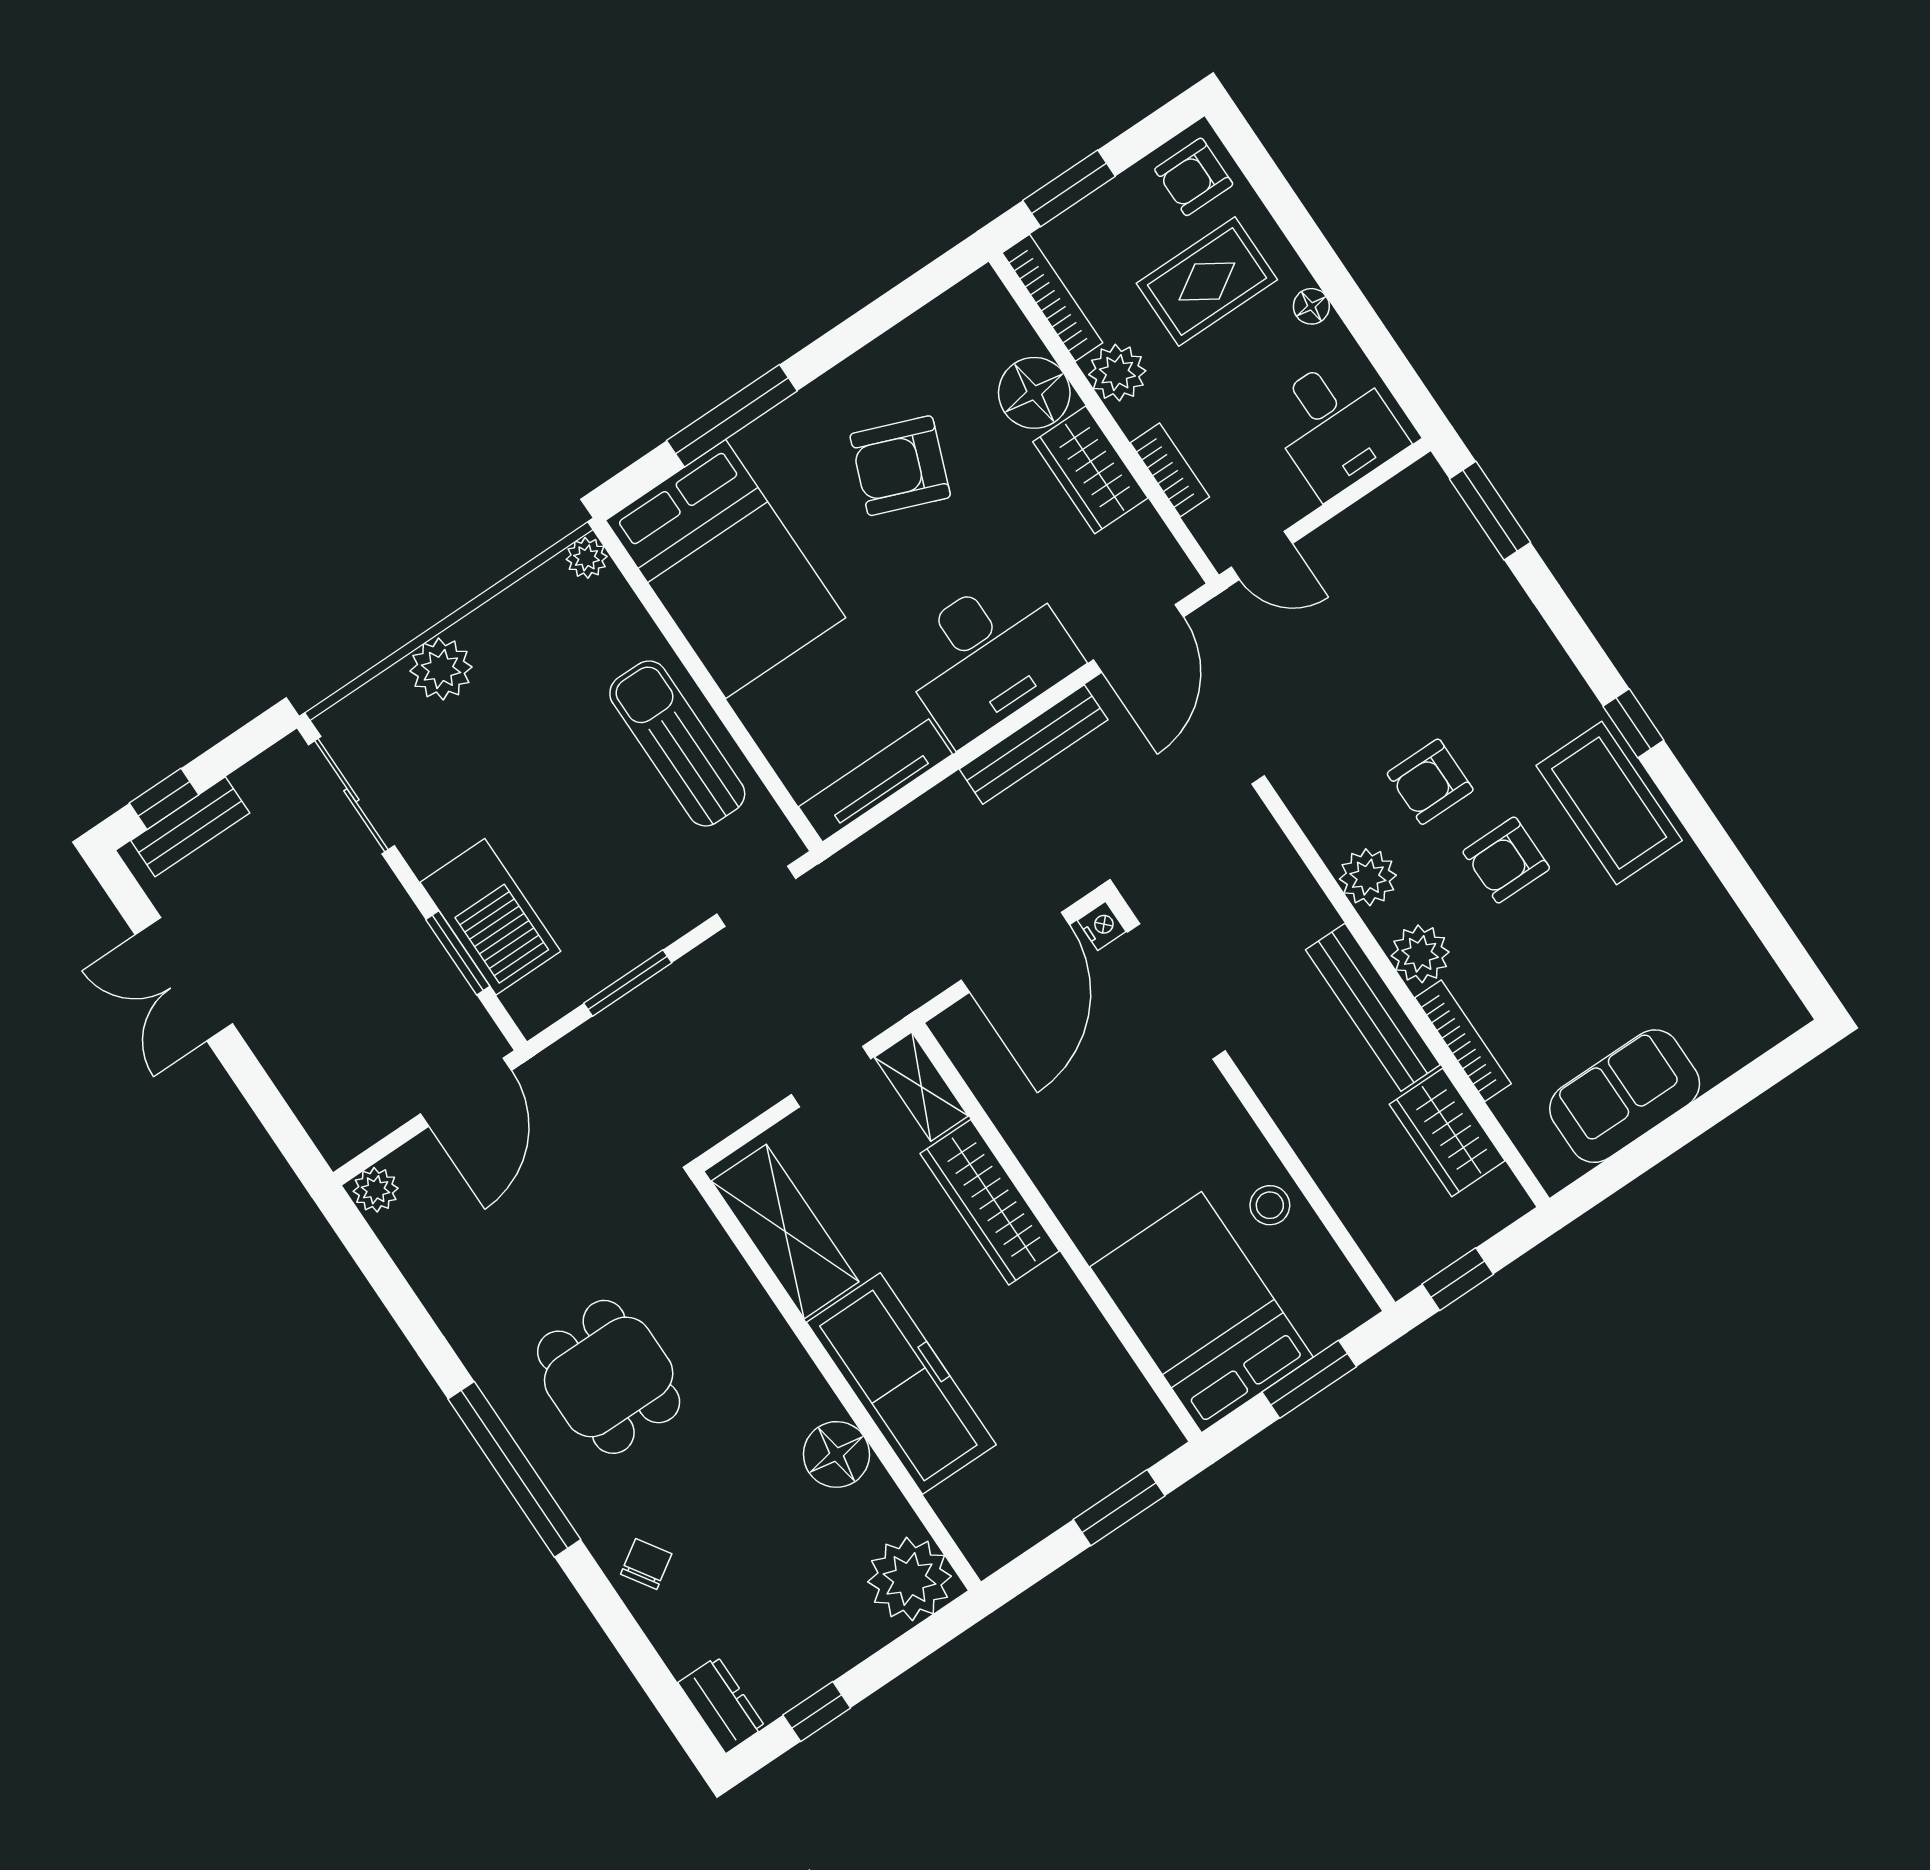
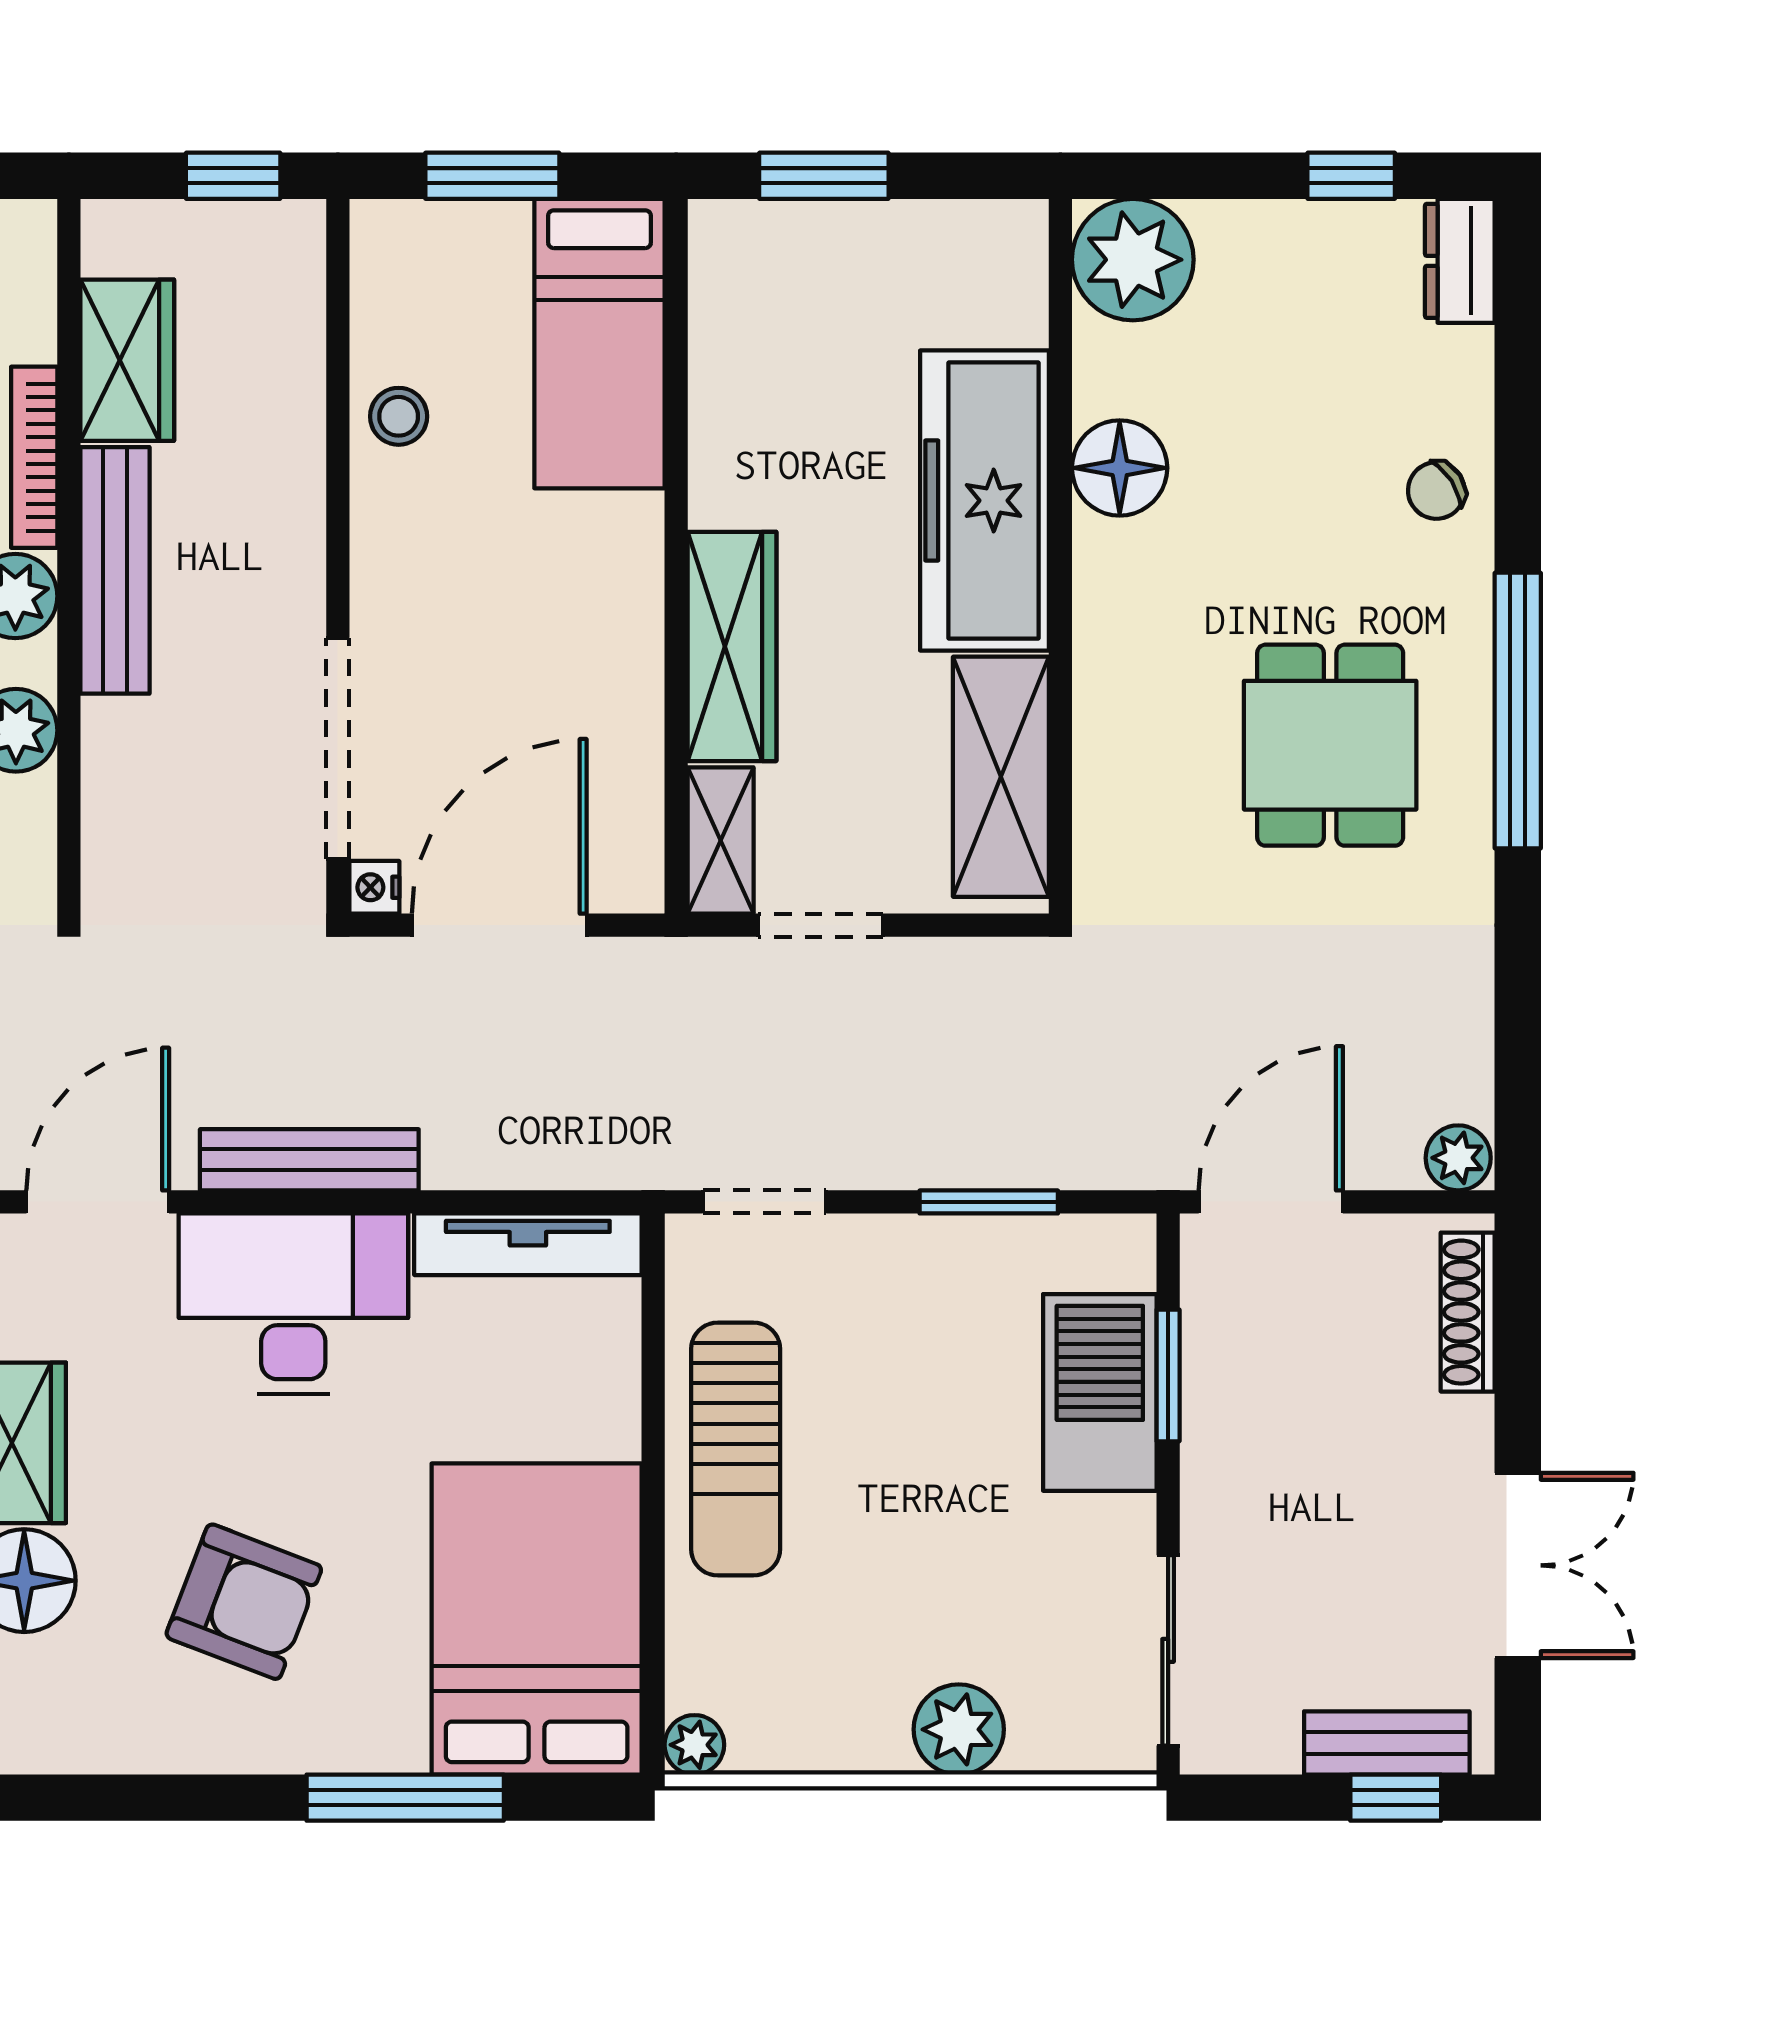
shoe rack: (310, 1105) -> (1468, 1312), added
bed: (1202, 1312) -> (599, 344), width x0.67

